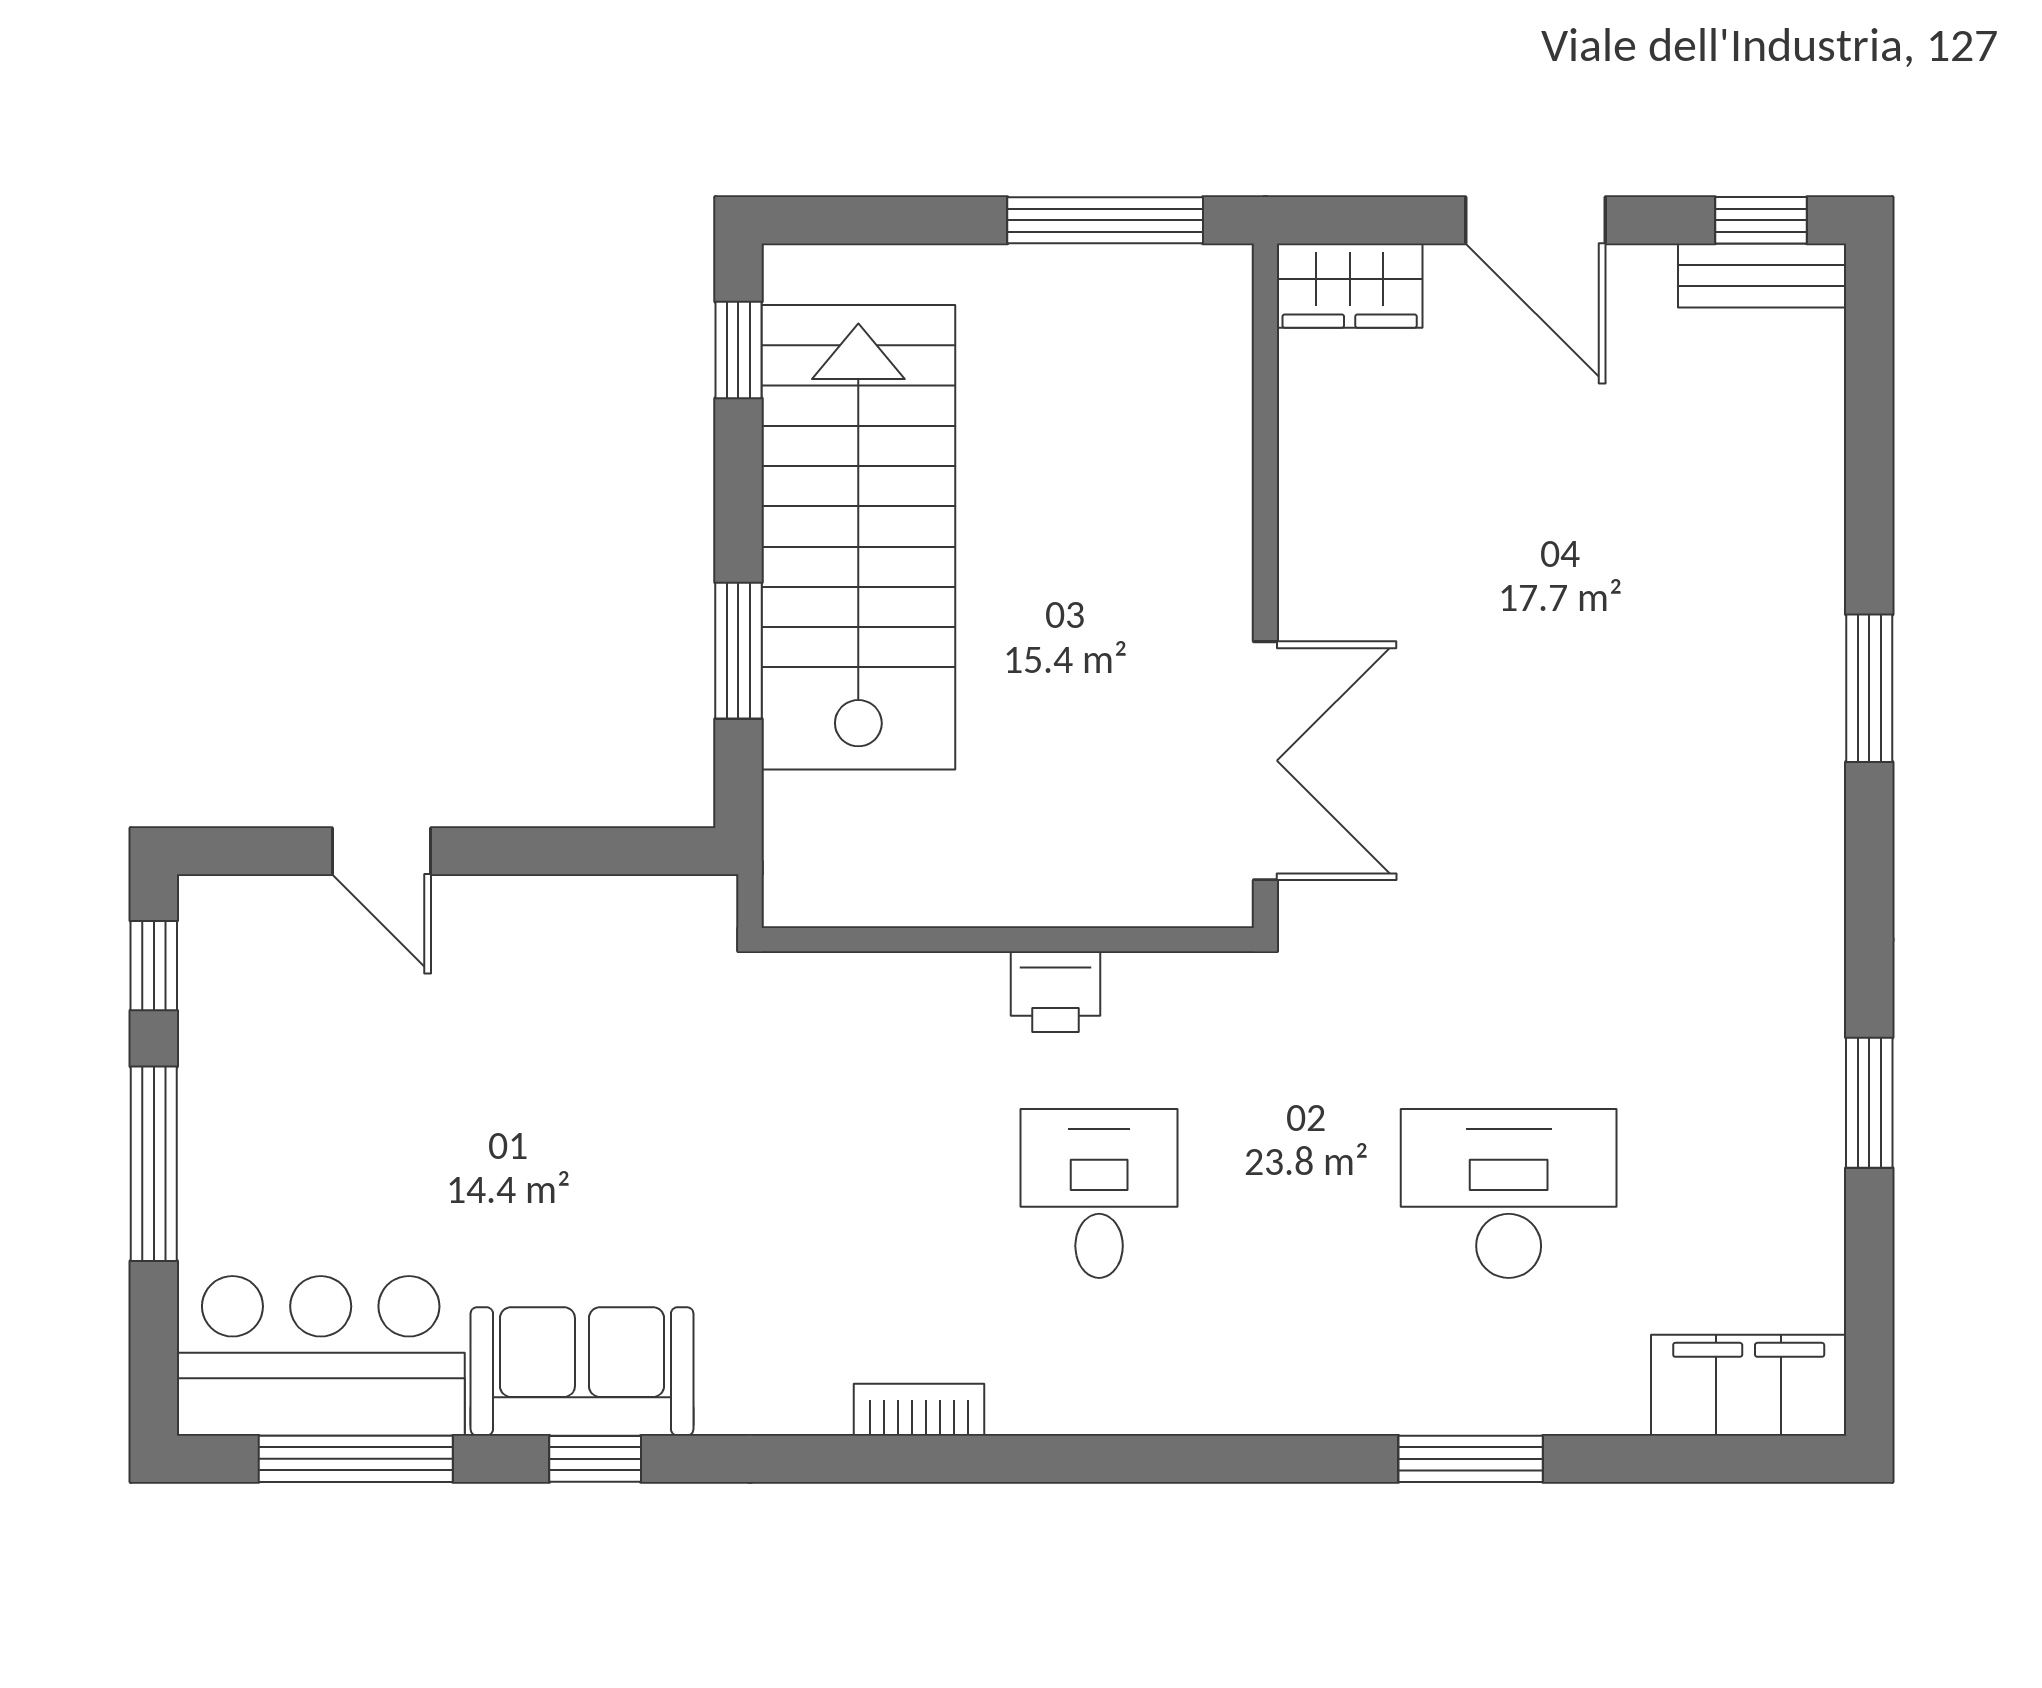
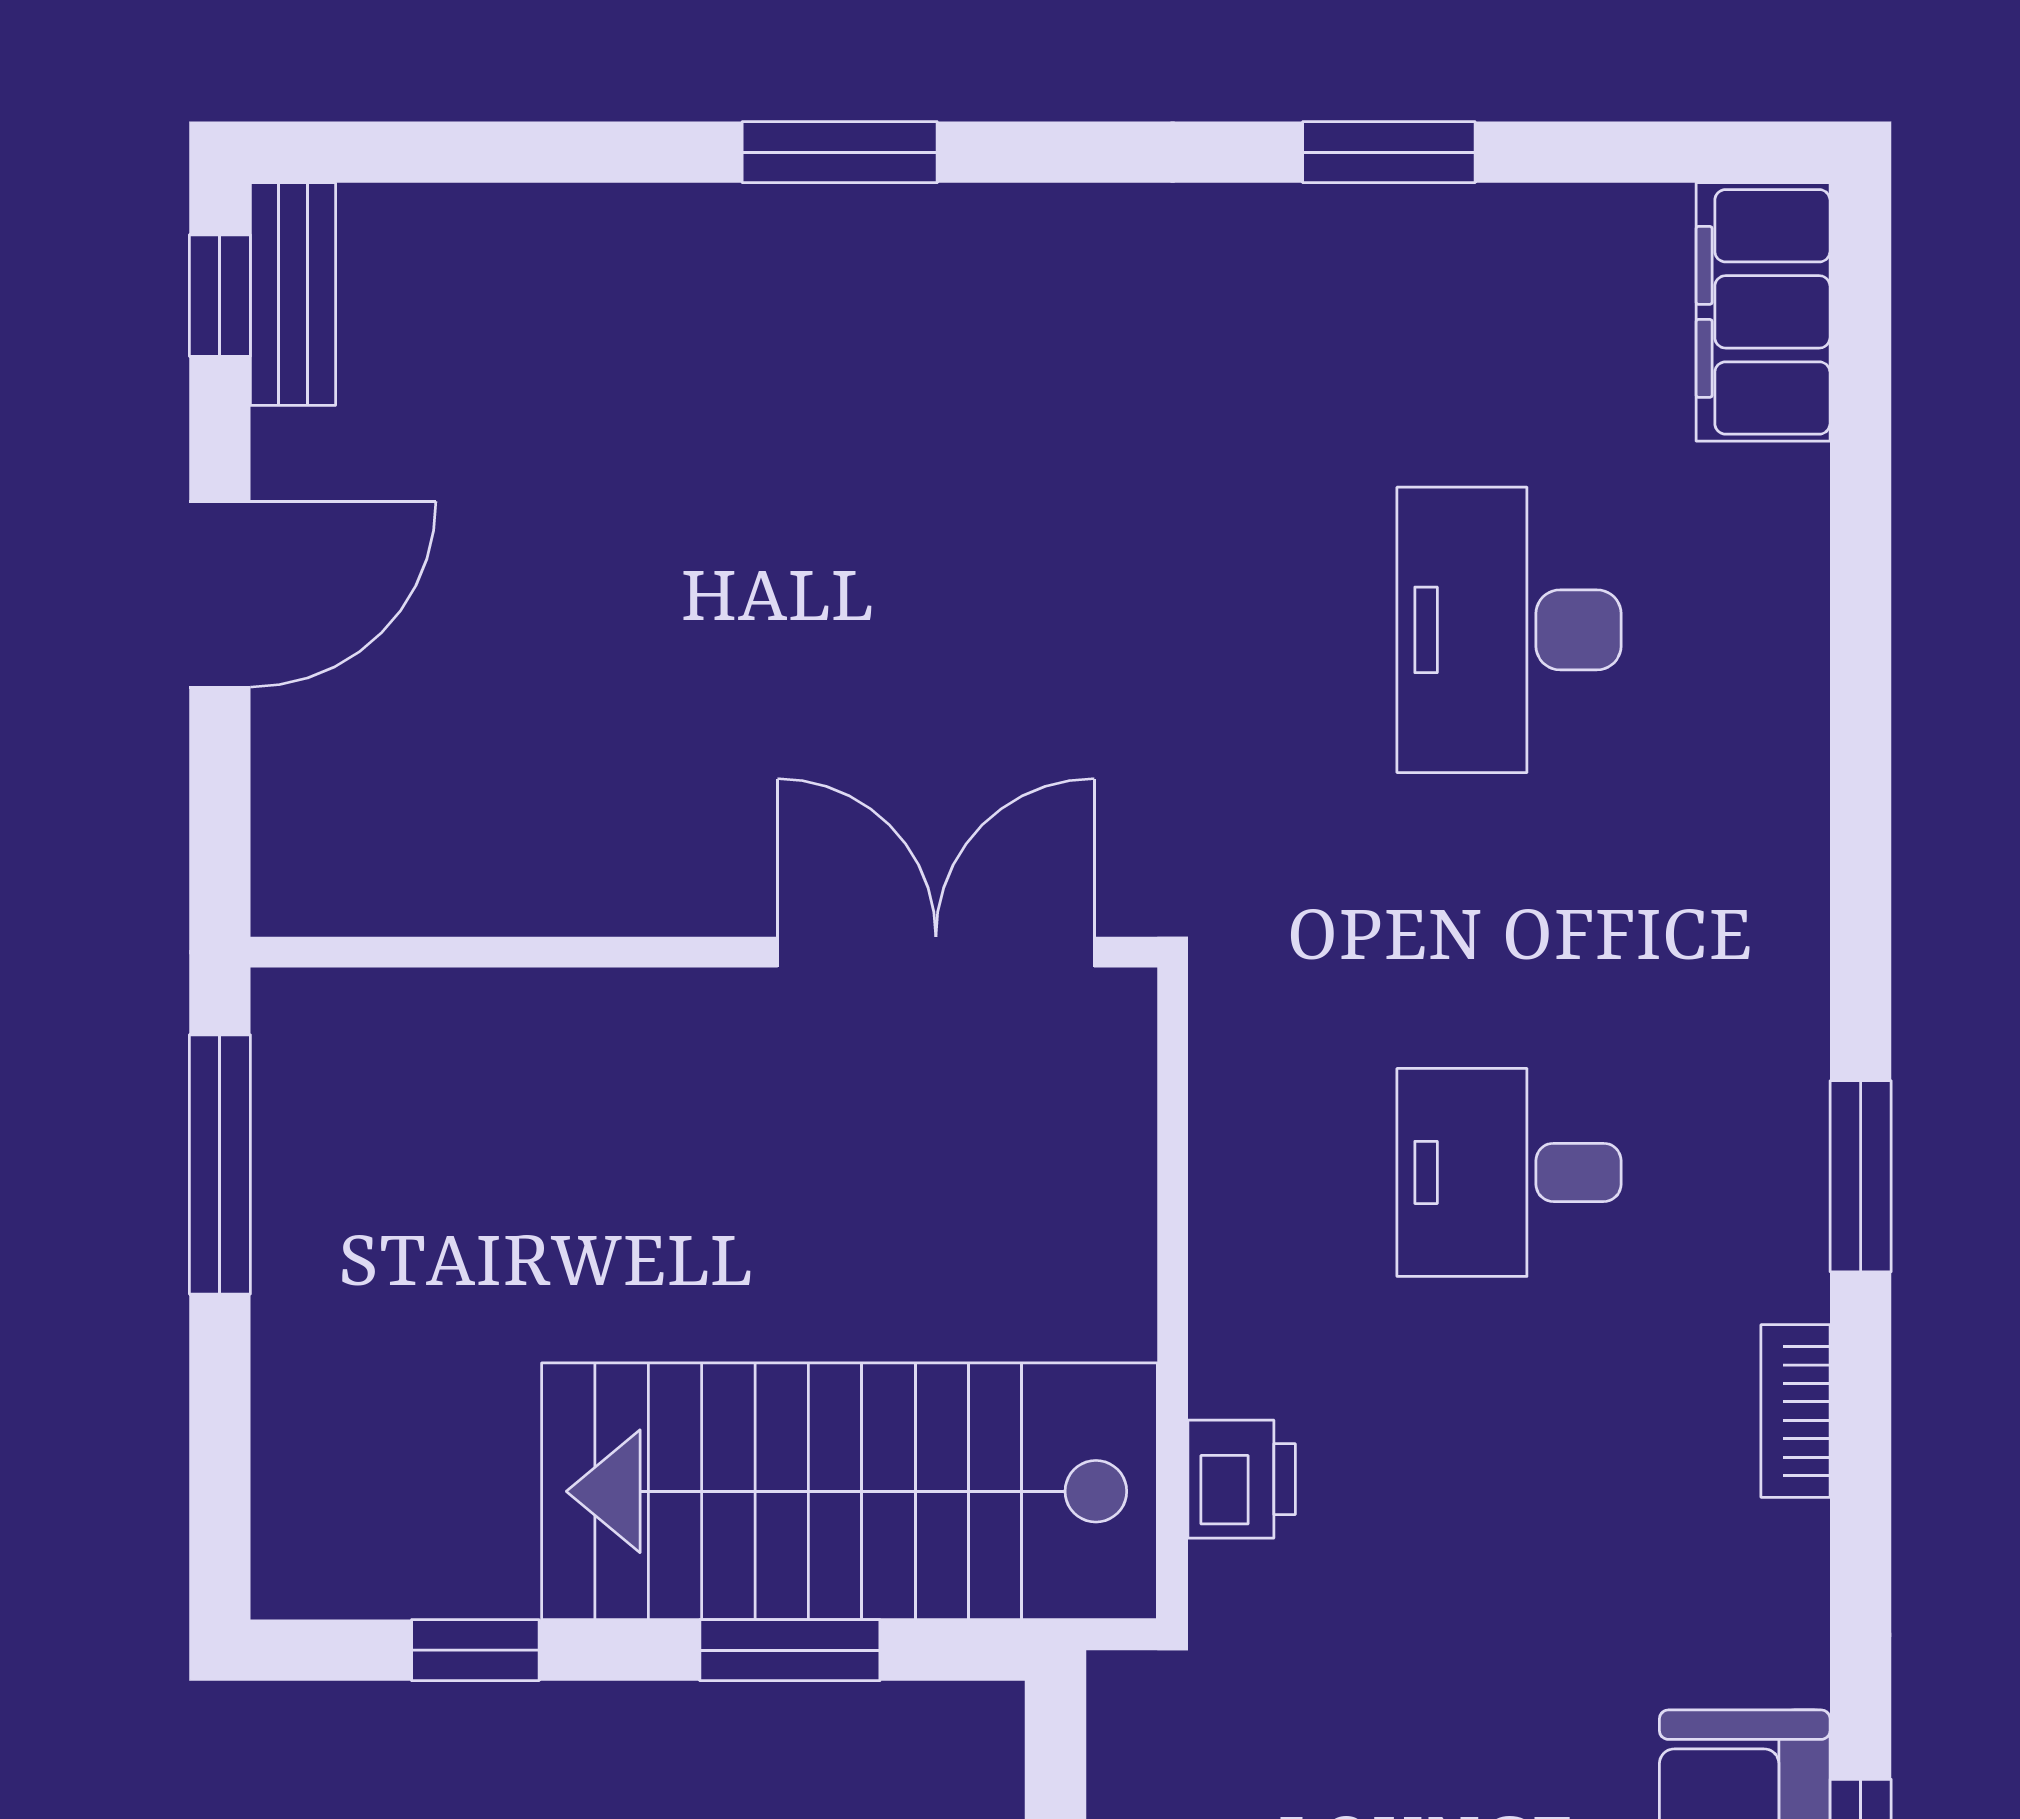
wardrobe: (1350, 286) -> (306, 840), removed
window: (738, 350) -> (475, 1650), moved
stairs: (858, 537) -> (850, 1491), moved
printer: (1056, 992) -> (1242, 1479), moved
window: (1471, 1459) -> (1861, 1176), moved

